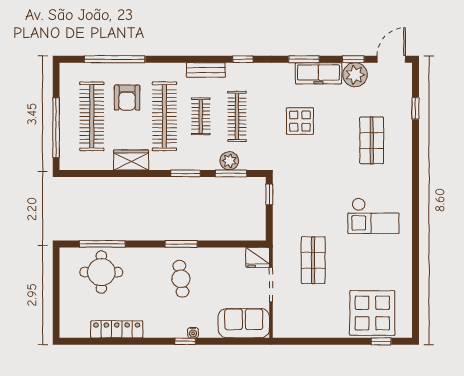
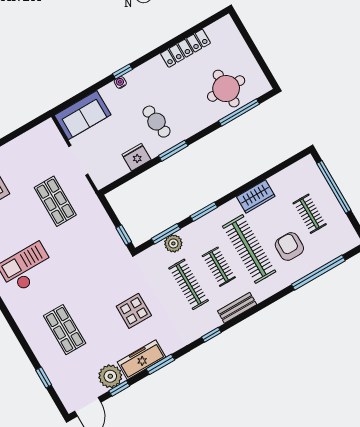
clothes rail: (92, 116) -> (310, 214), width x0.54, depth x0.76
fridge: (258, 257) -> (136, 157), moved

